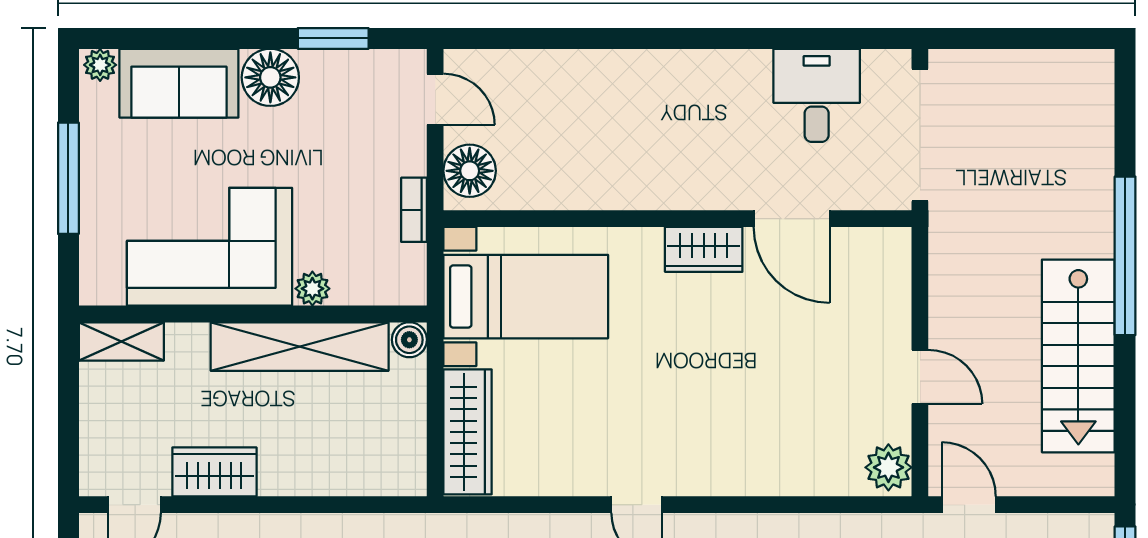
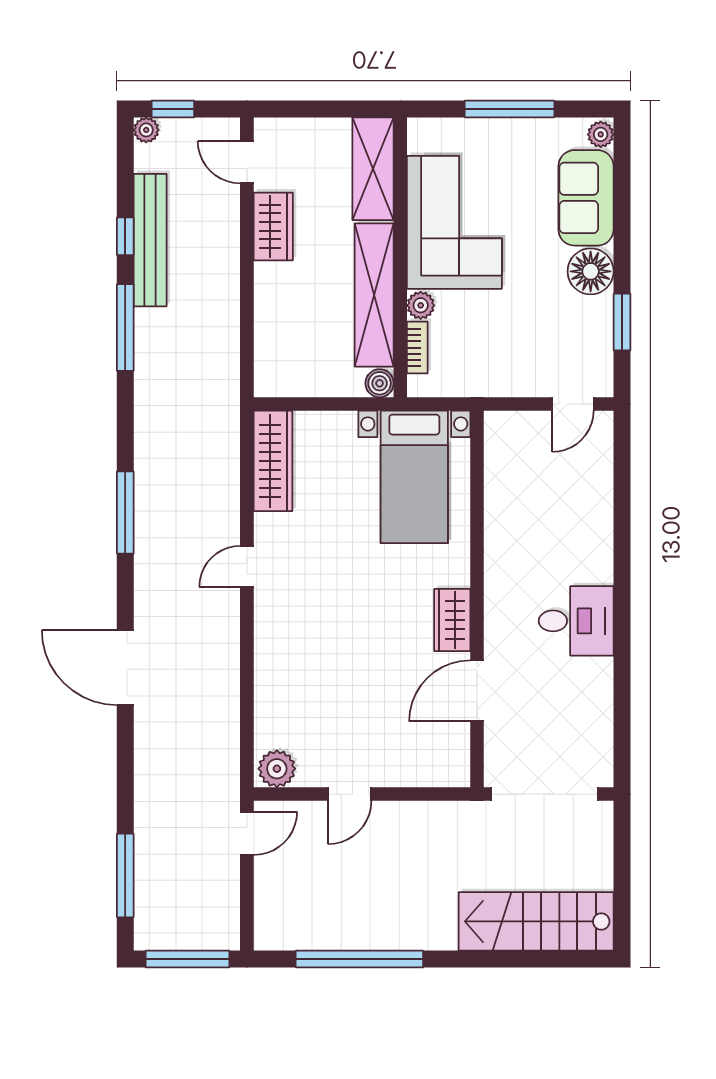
desk: (817, 95) -> (576, 621), moved
floor lamp: (470, 171) -> (515, 432), removed
bookcase: (414, 210) -> (417, 348), moved, turned 90
window: (1125, 256) -> (359, 959), moved
shelving: (121, 341) -> (373, 169), width x1.50, depth x1.33
stairs: (1078, 356) -> (536, 921), moved
wardrobe: (468, 432) -> (273, 461), moved, turned -90

